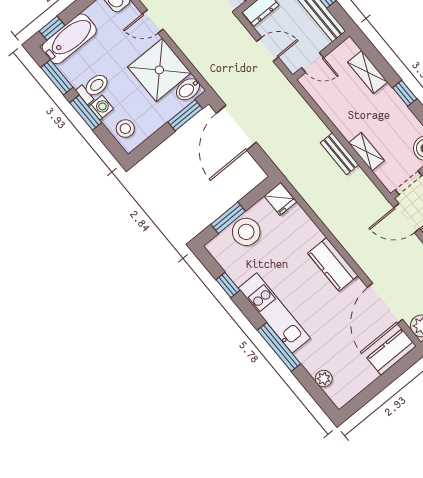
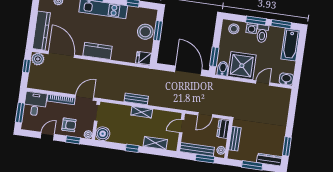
window: (52, 28) -> (302, 43), removed
shelving: (366, 152) -> (142, 112), moved
kitchen counter: (392, 352) -> (41, 31), width x1.50

